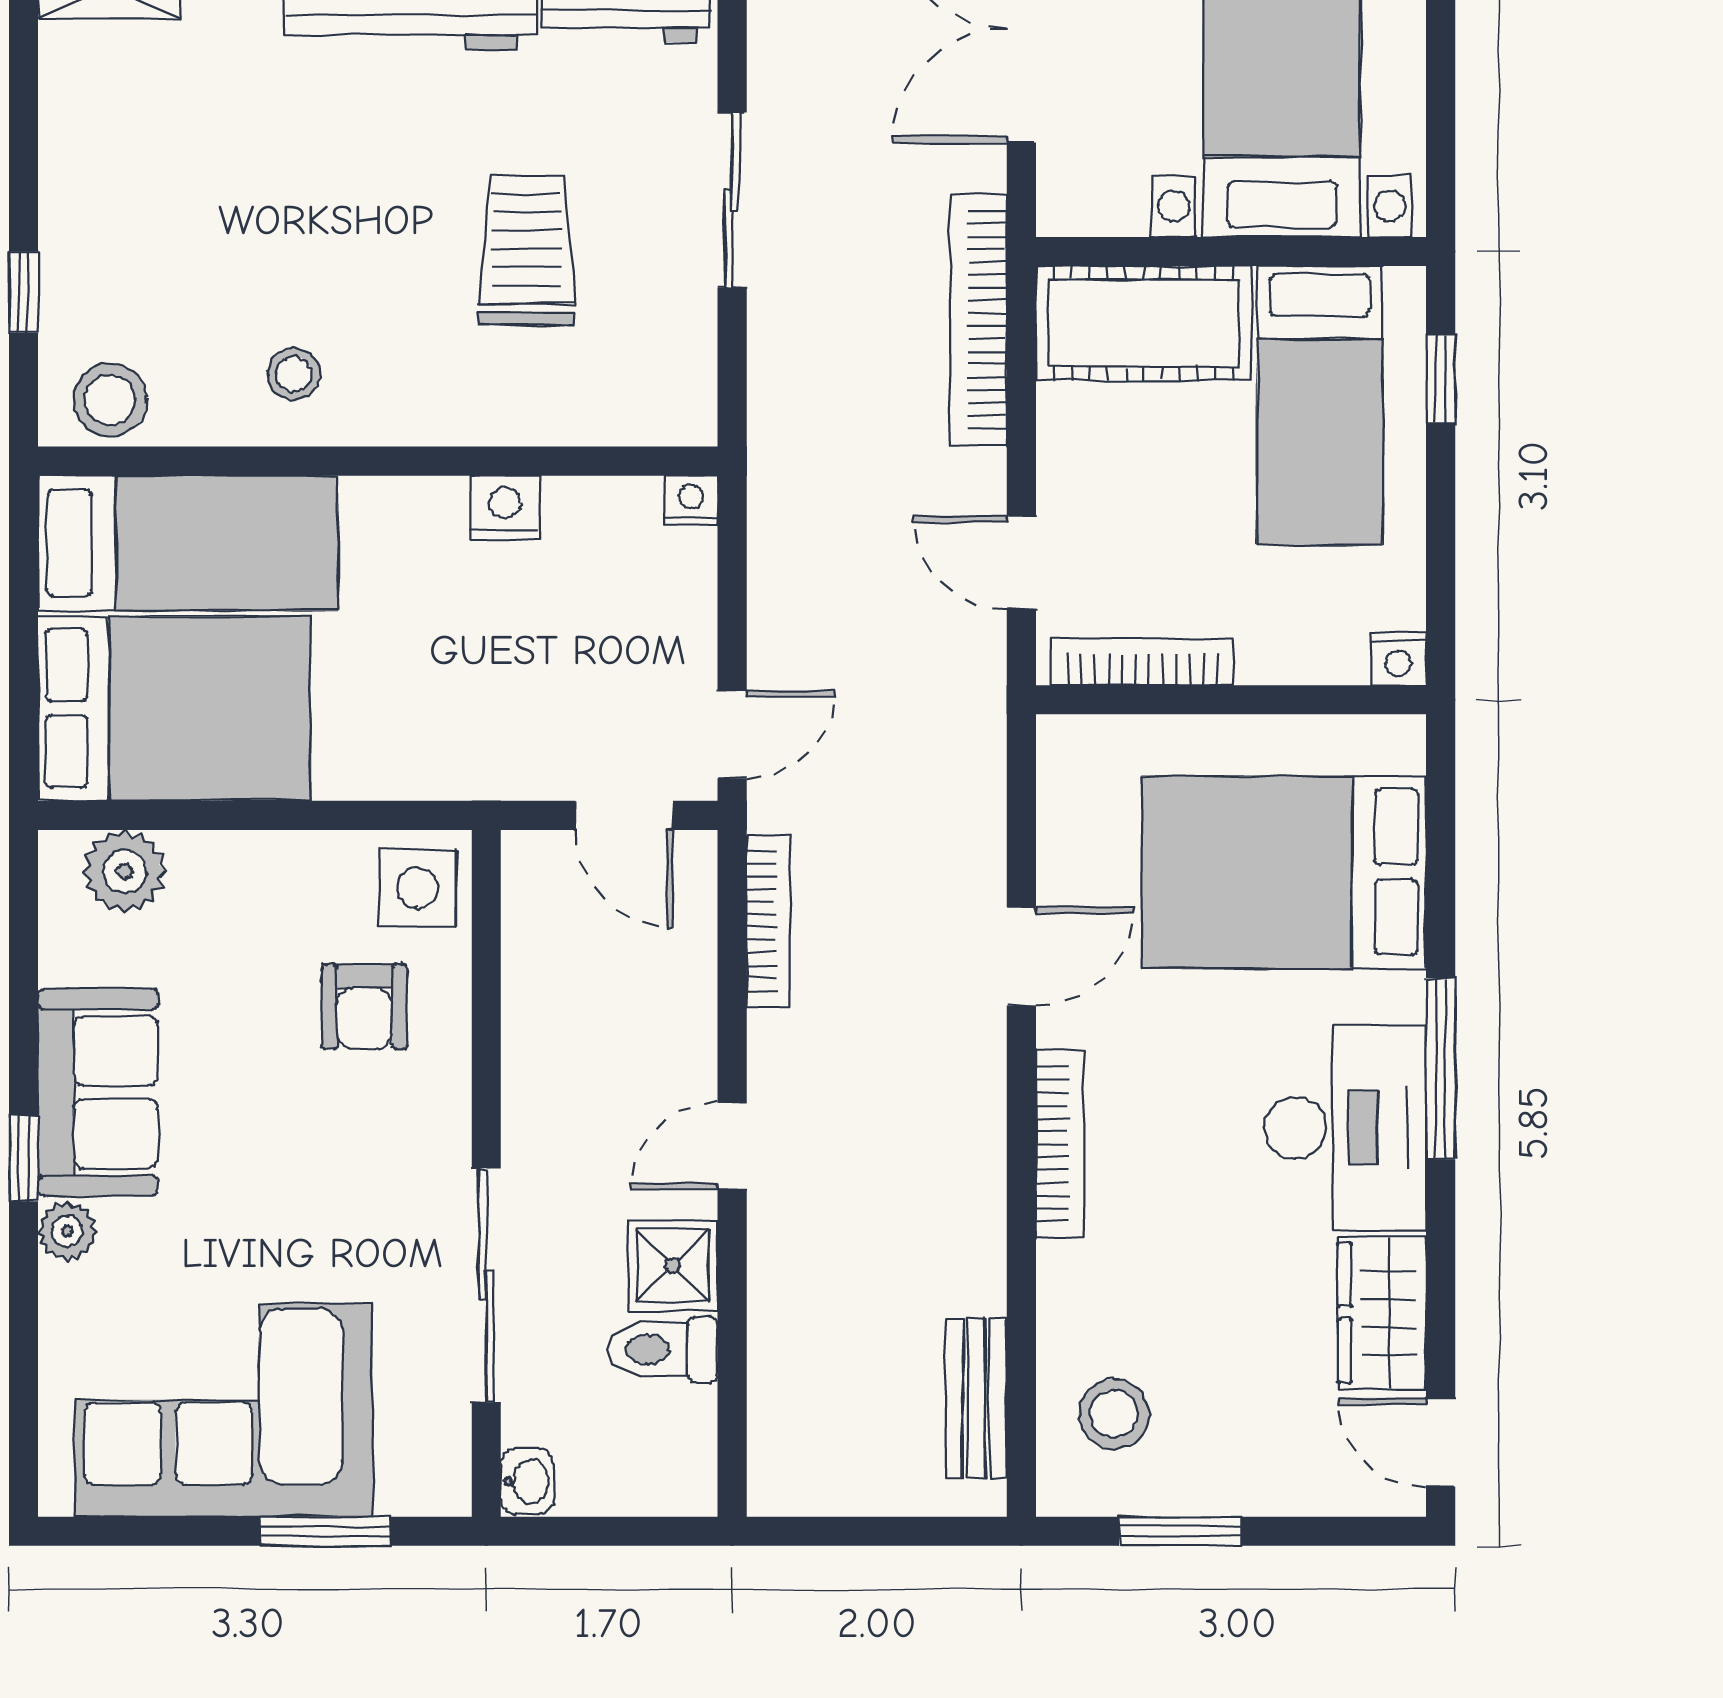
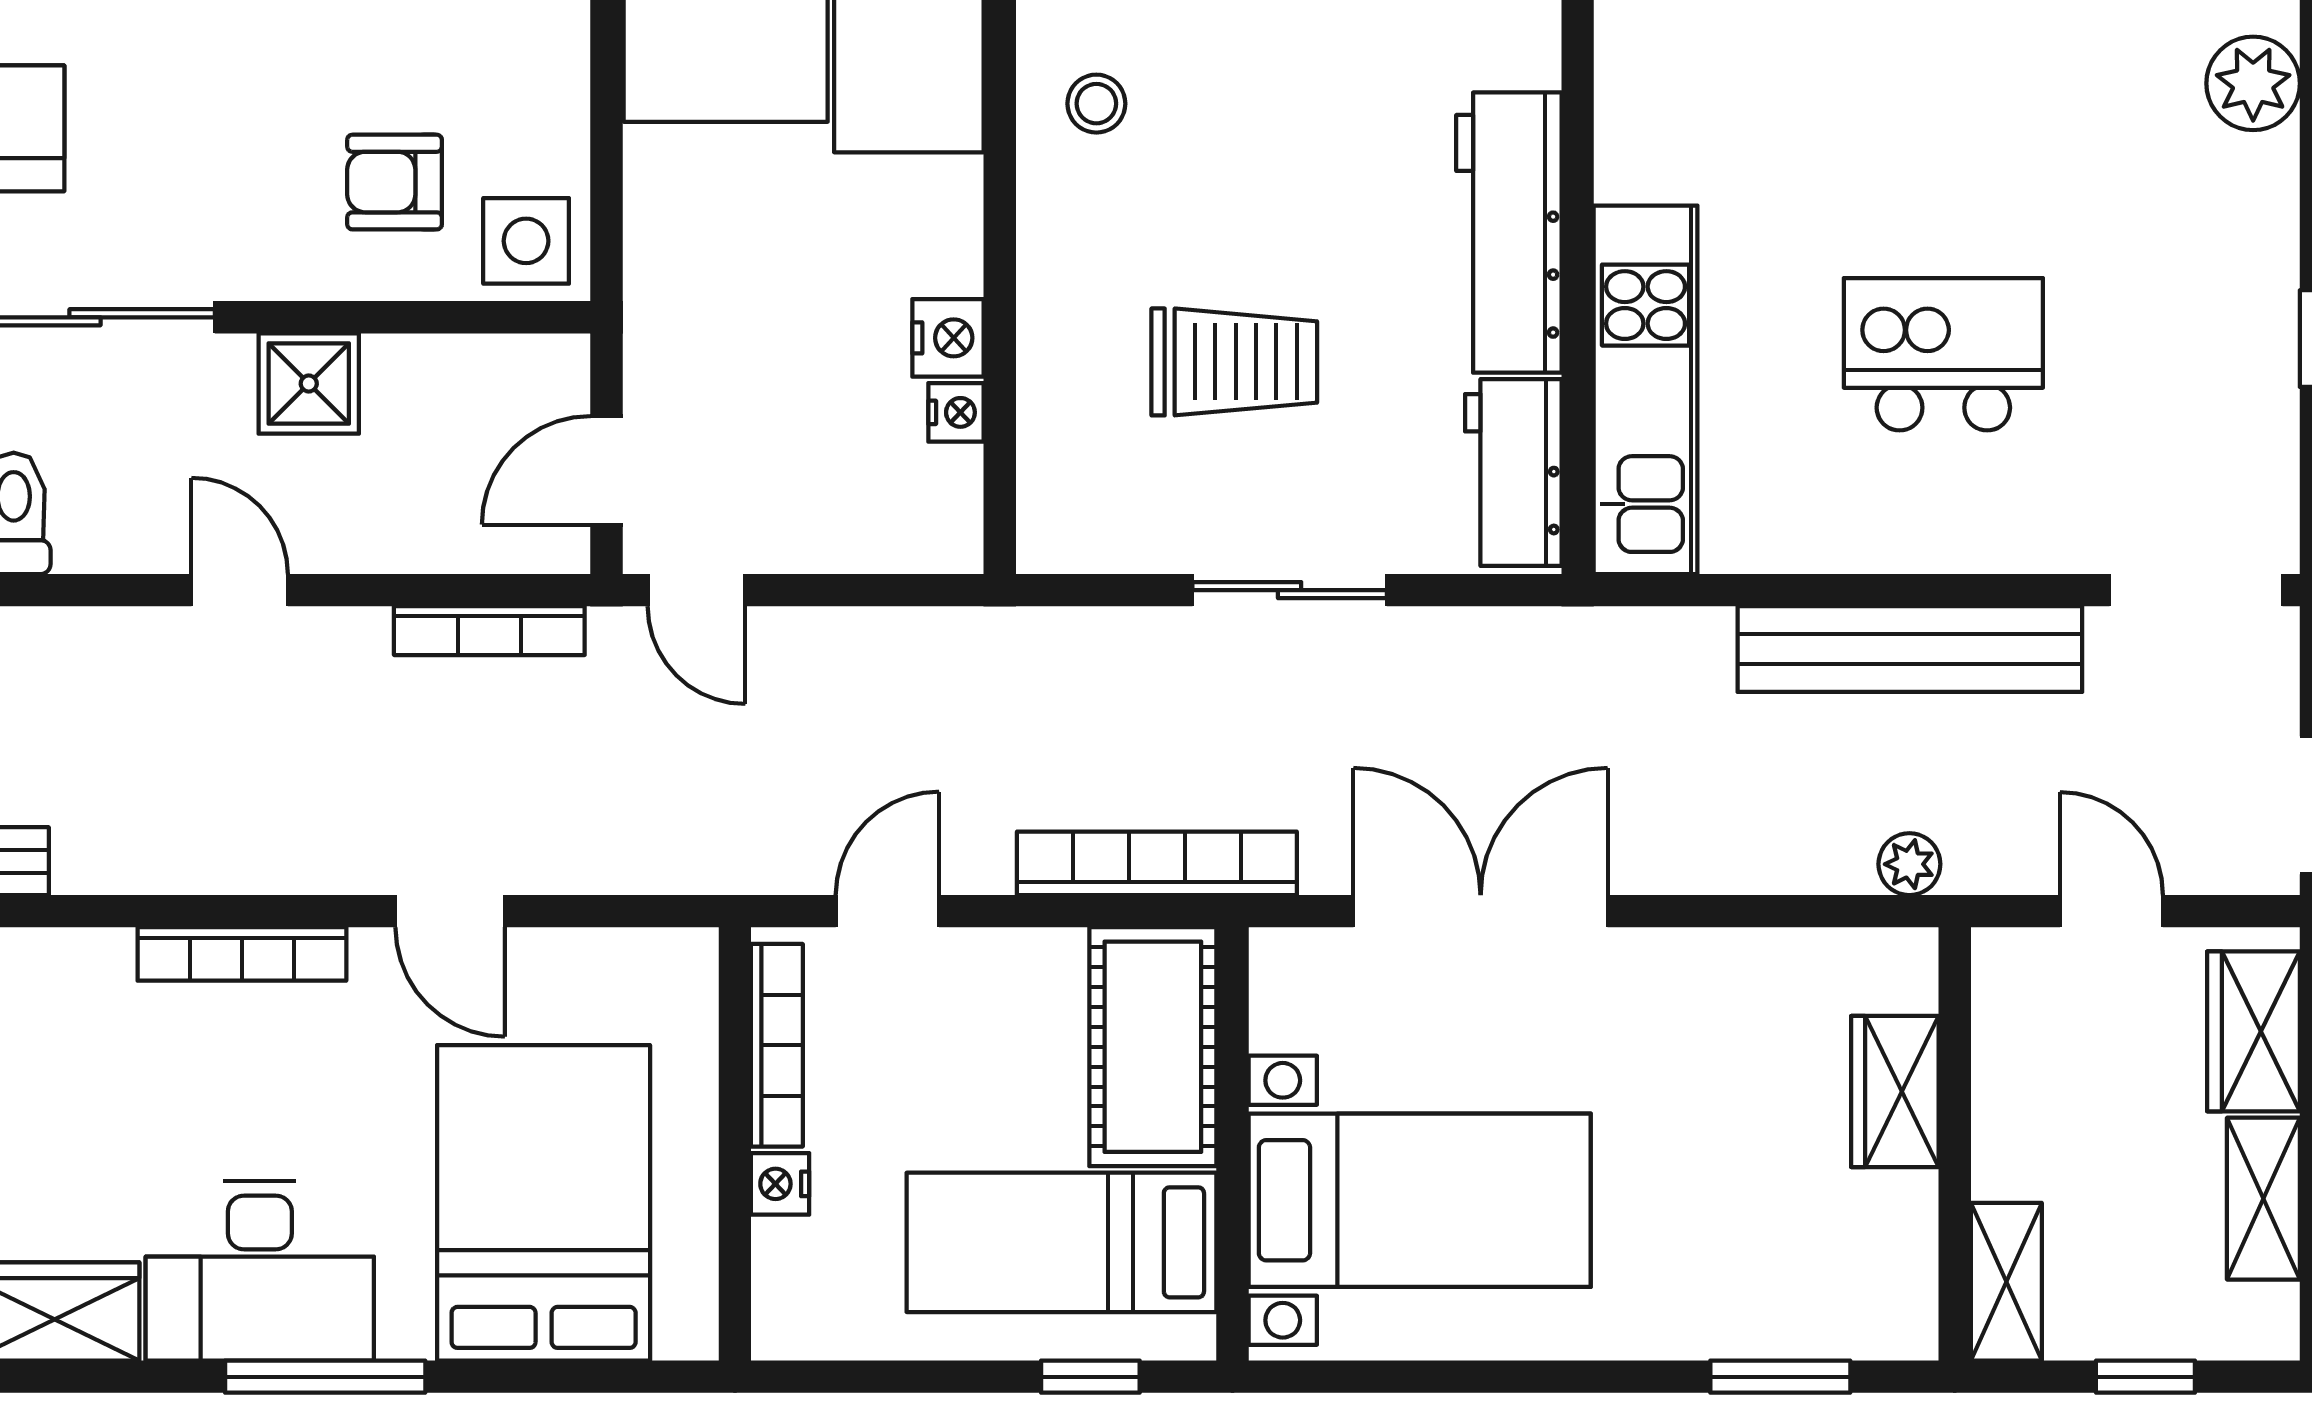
nightstand: (691, 501) -> (956, 412), moved
nightstand: (1398, 659) -> (780, 1184), moved
shower: (672, 1265) -> (309, 384), moved

